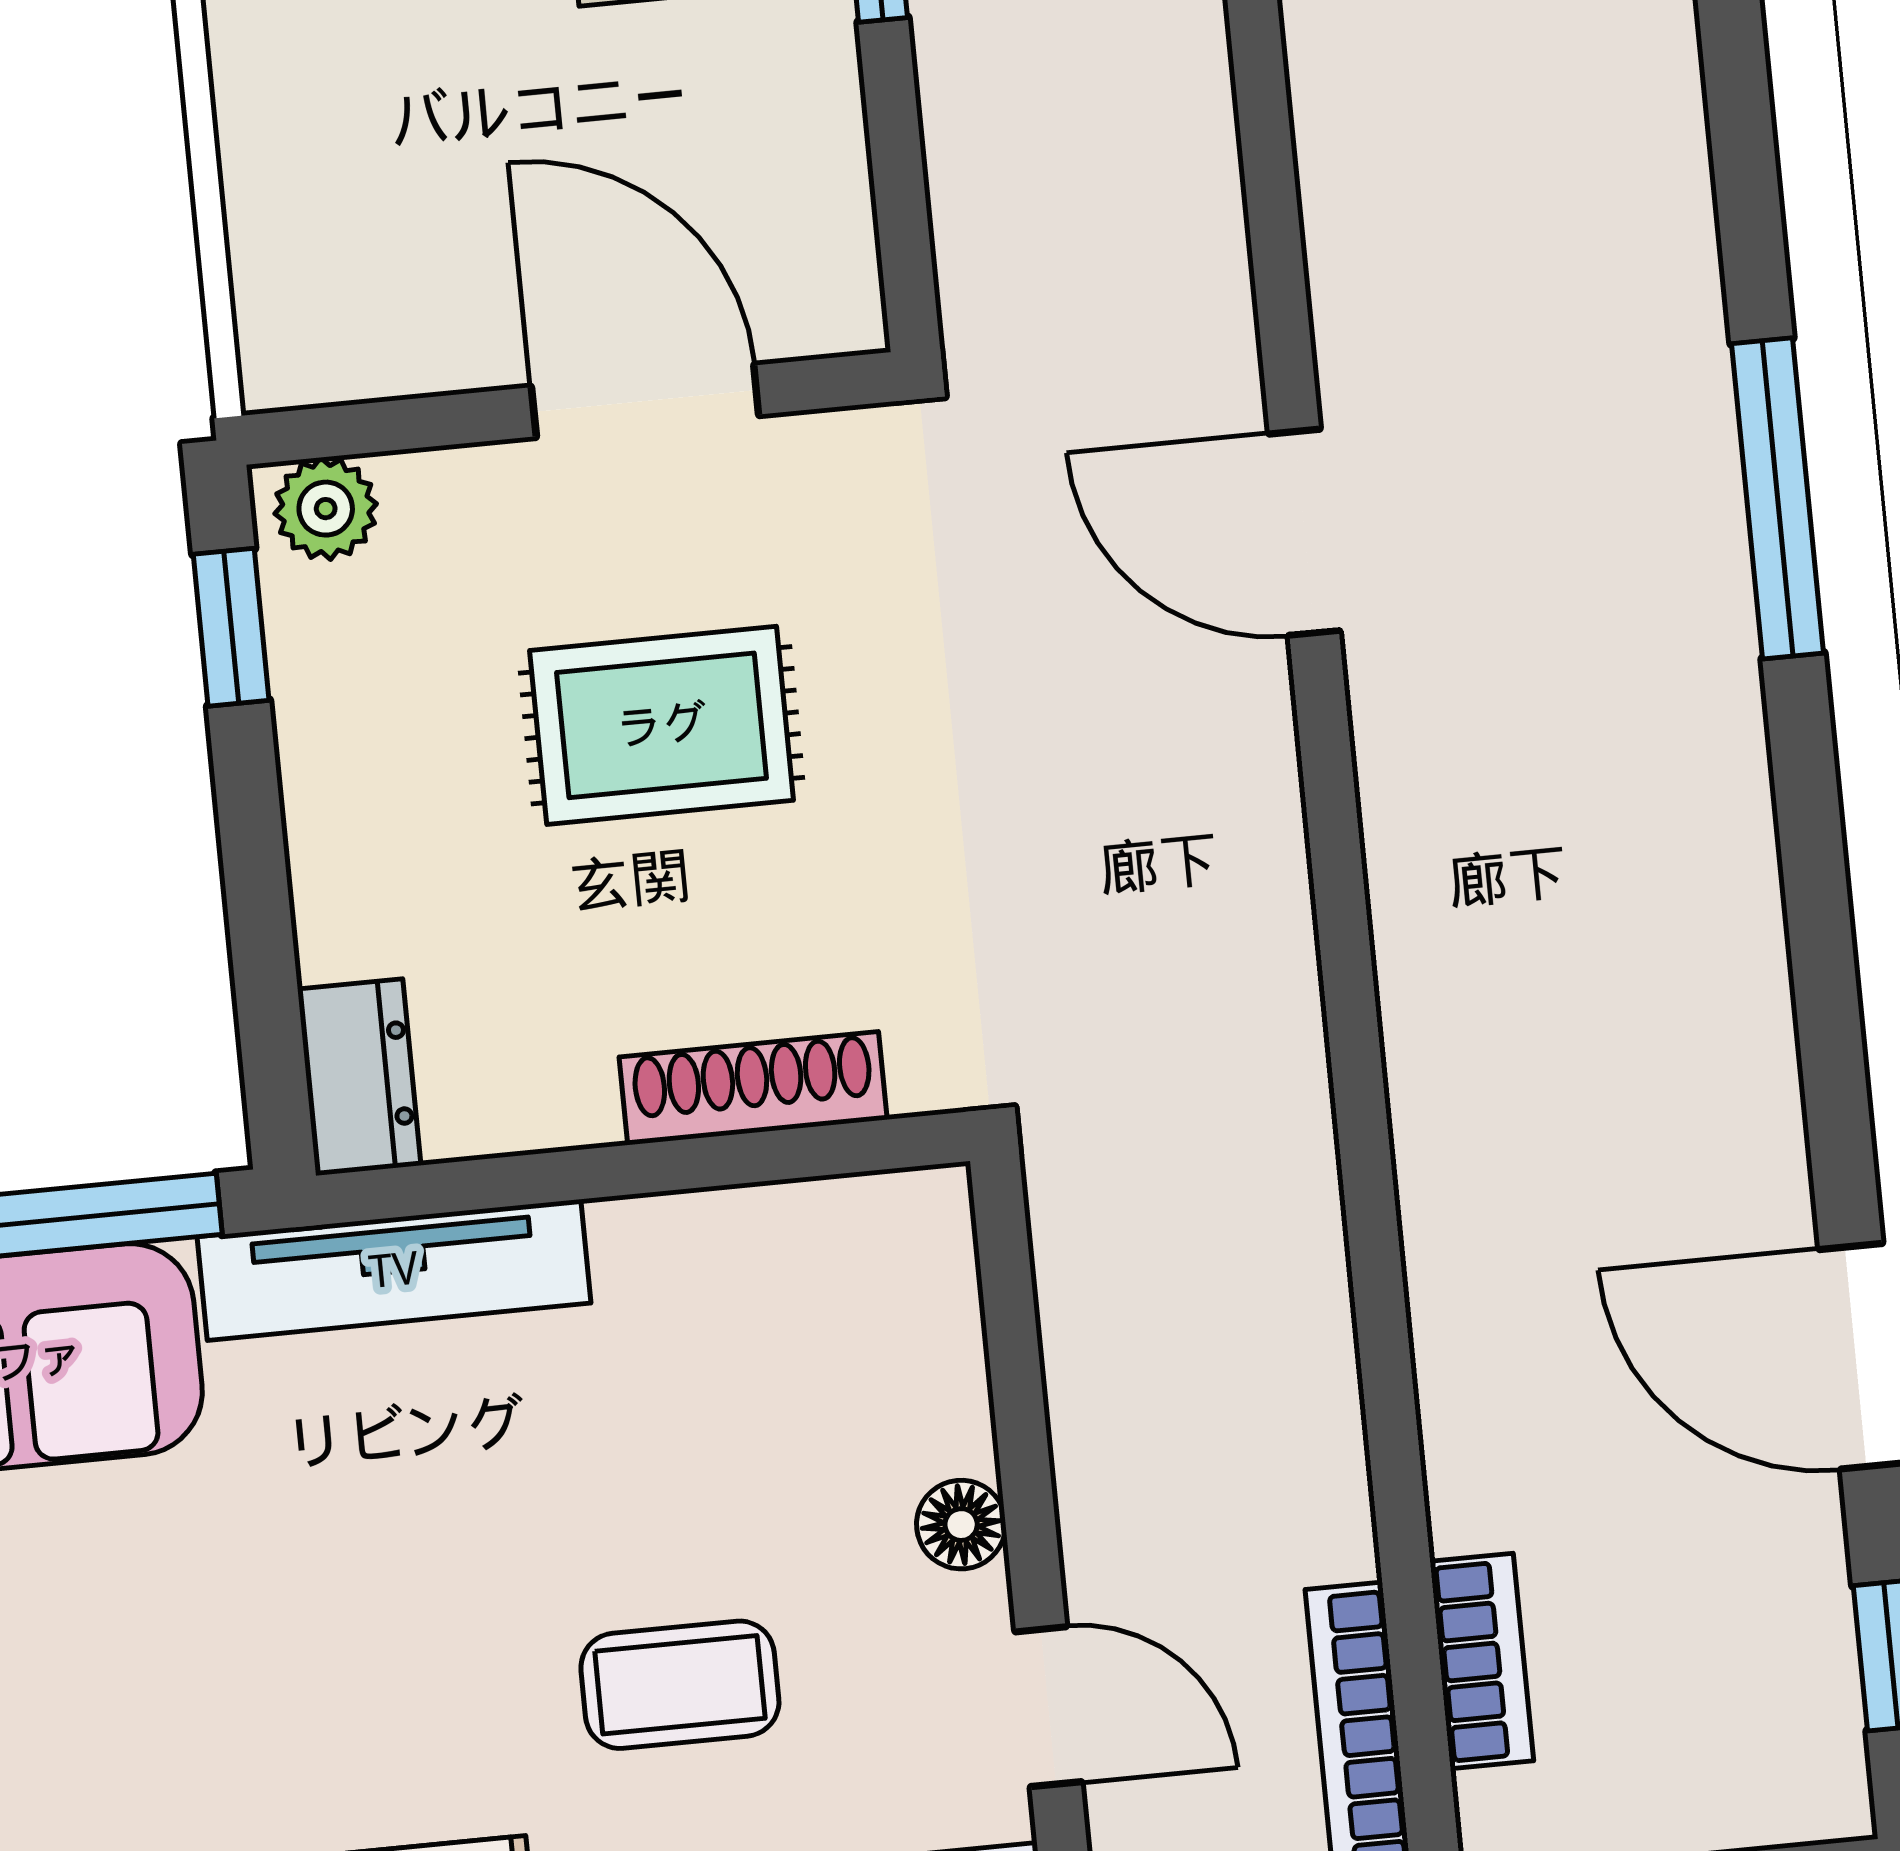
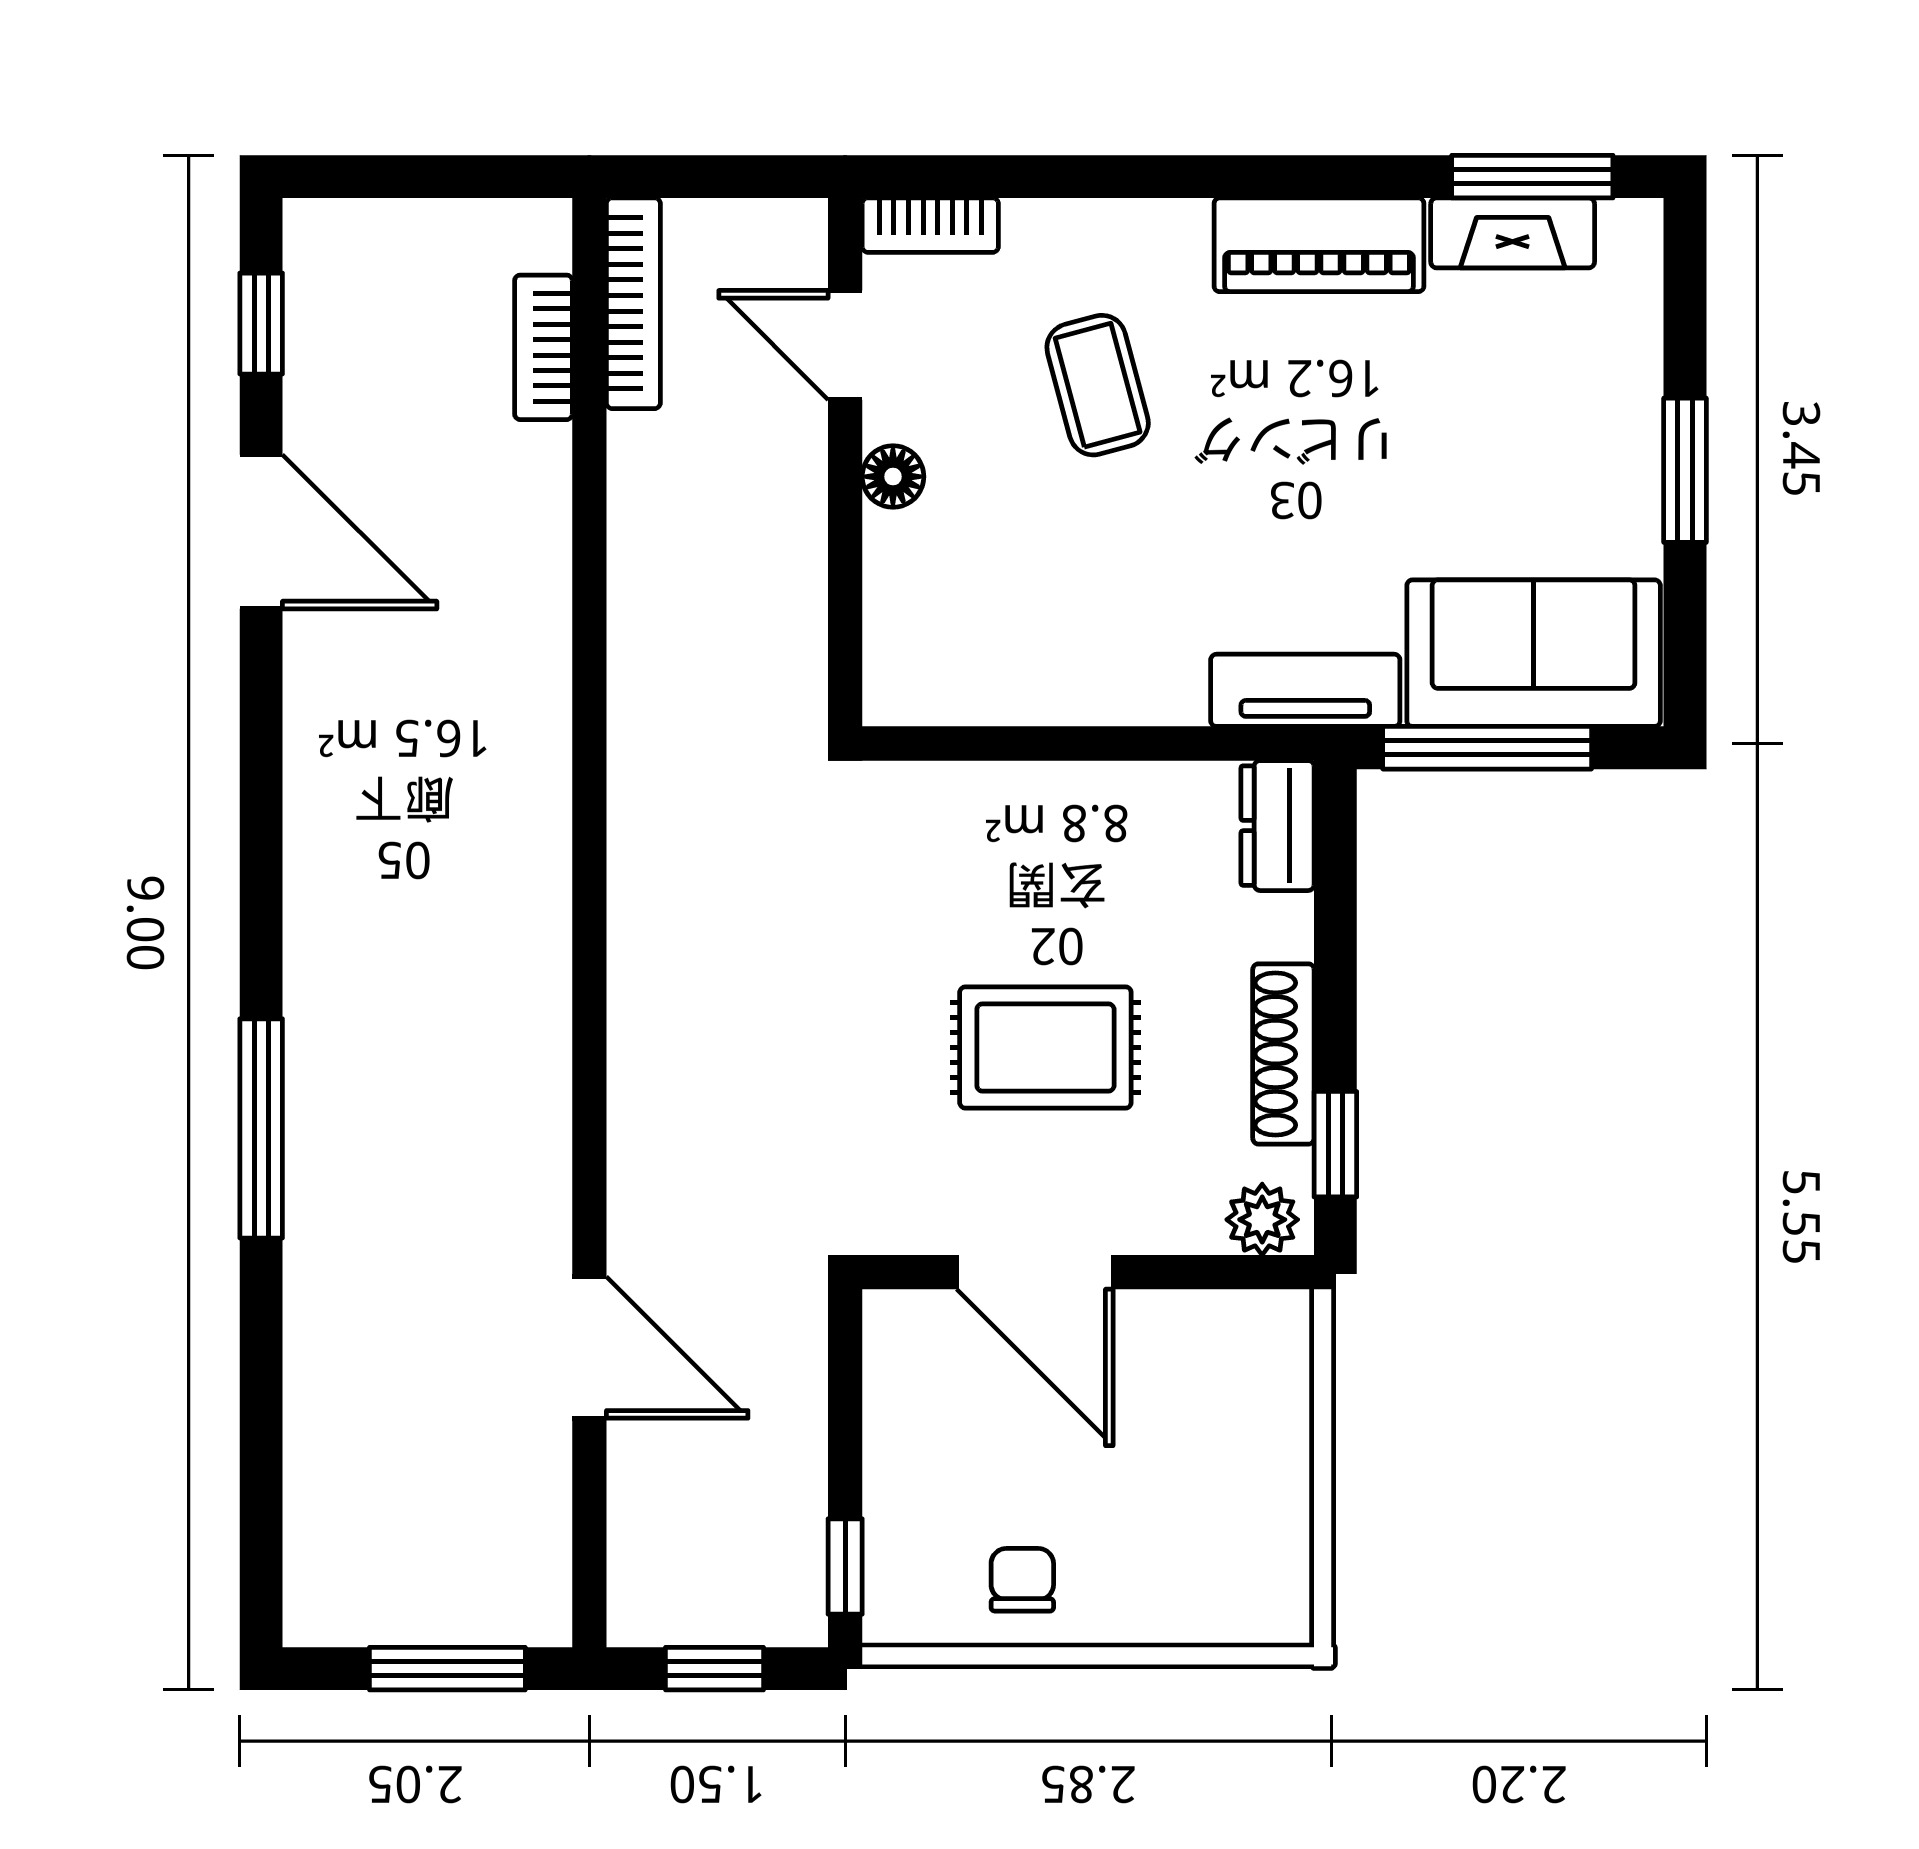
door: (1304, 532) -> (589, 1347), moved
shoe rack: (753, 1088) -> (1283, 1054), moved, turned 90
tv unit: (394, 1270) -> (1305, 690), width x0.71
coffee table: (680, 1685) -> (1098, 385), turned 75

